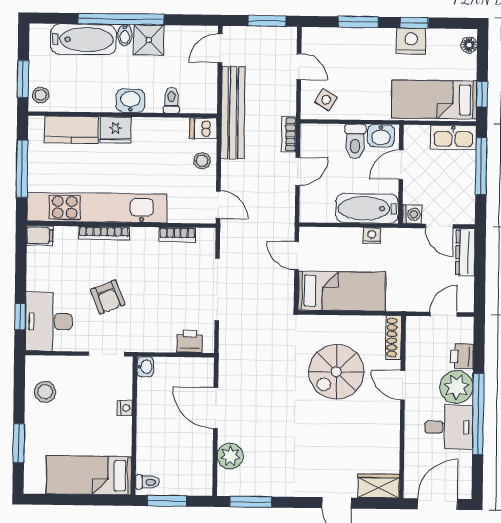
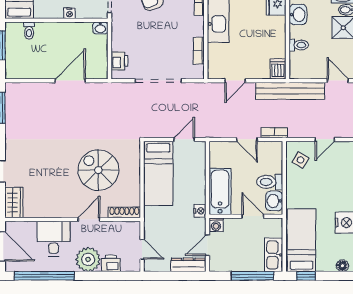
stool: (202, 161) -> (254, 68), removed
door: (218, 205) -> (235, 81), moved
nightstand: (372, 236) -> (200, 211), moved
window: (478, 414) -> (44, 276), moved
desk: (449, 427) -> (54, 239), moved, turned 180
plant: (230, 456) -> (35, 92), removed
toilet: (147, 482) -> (29, 31), moved

